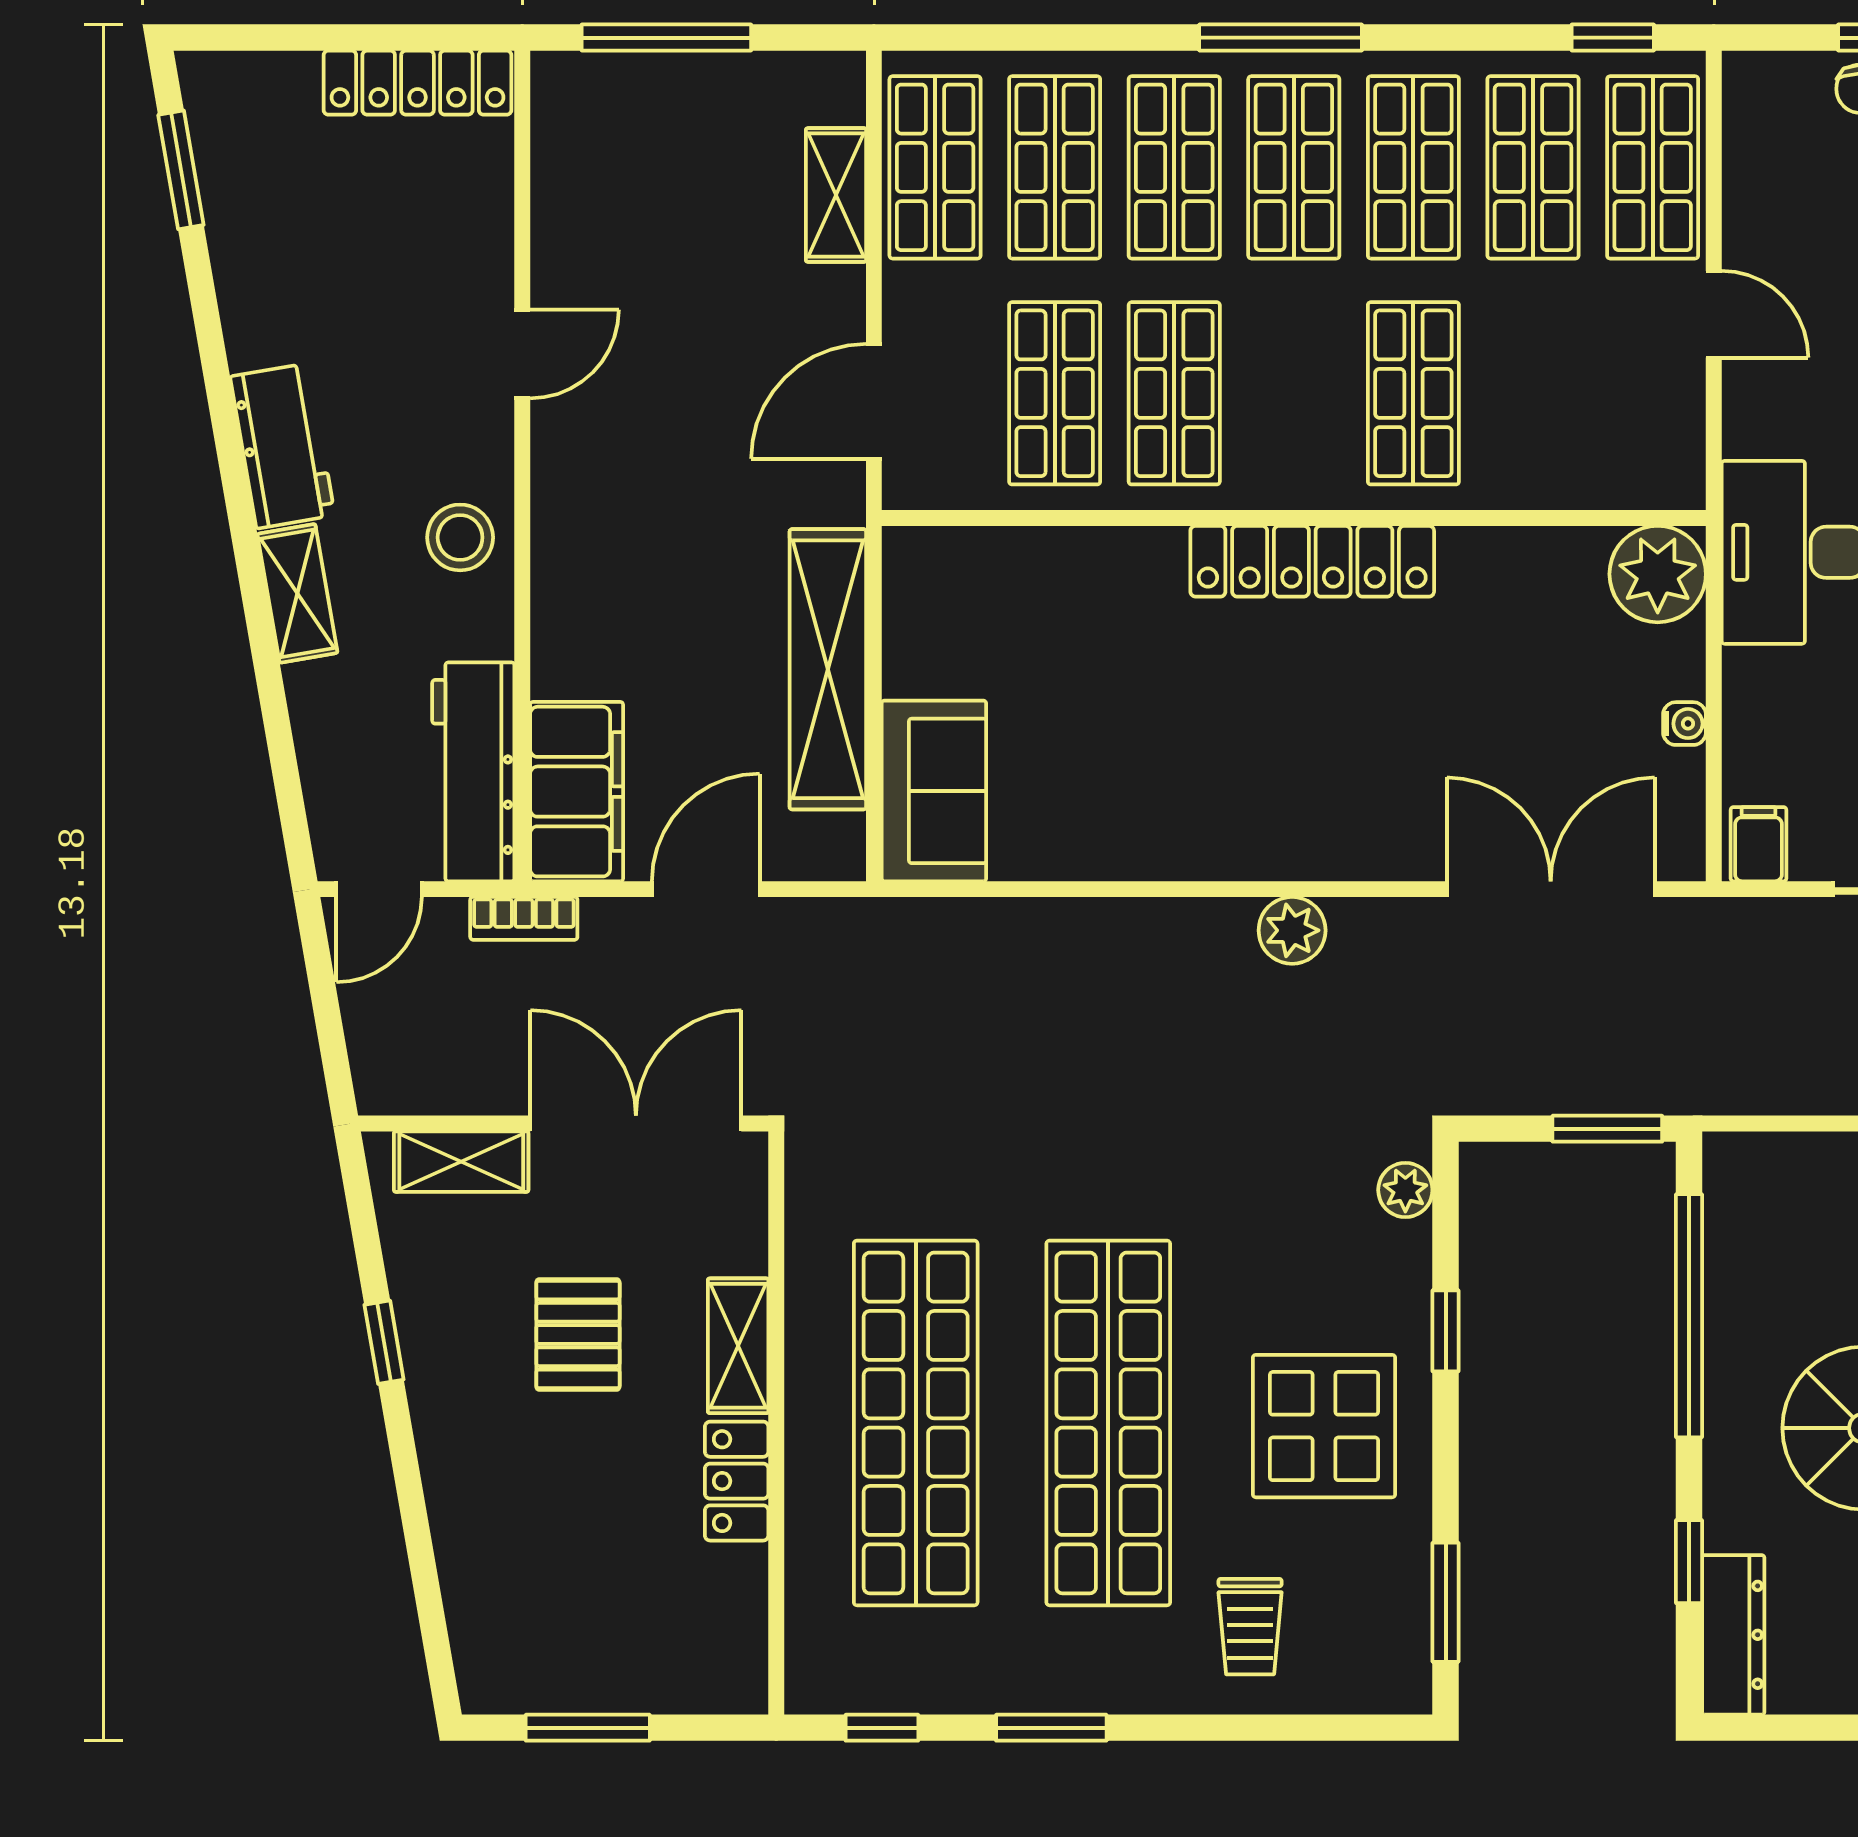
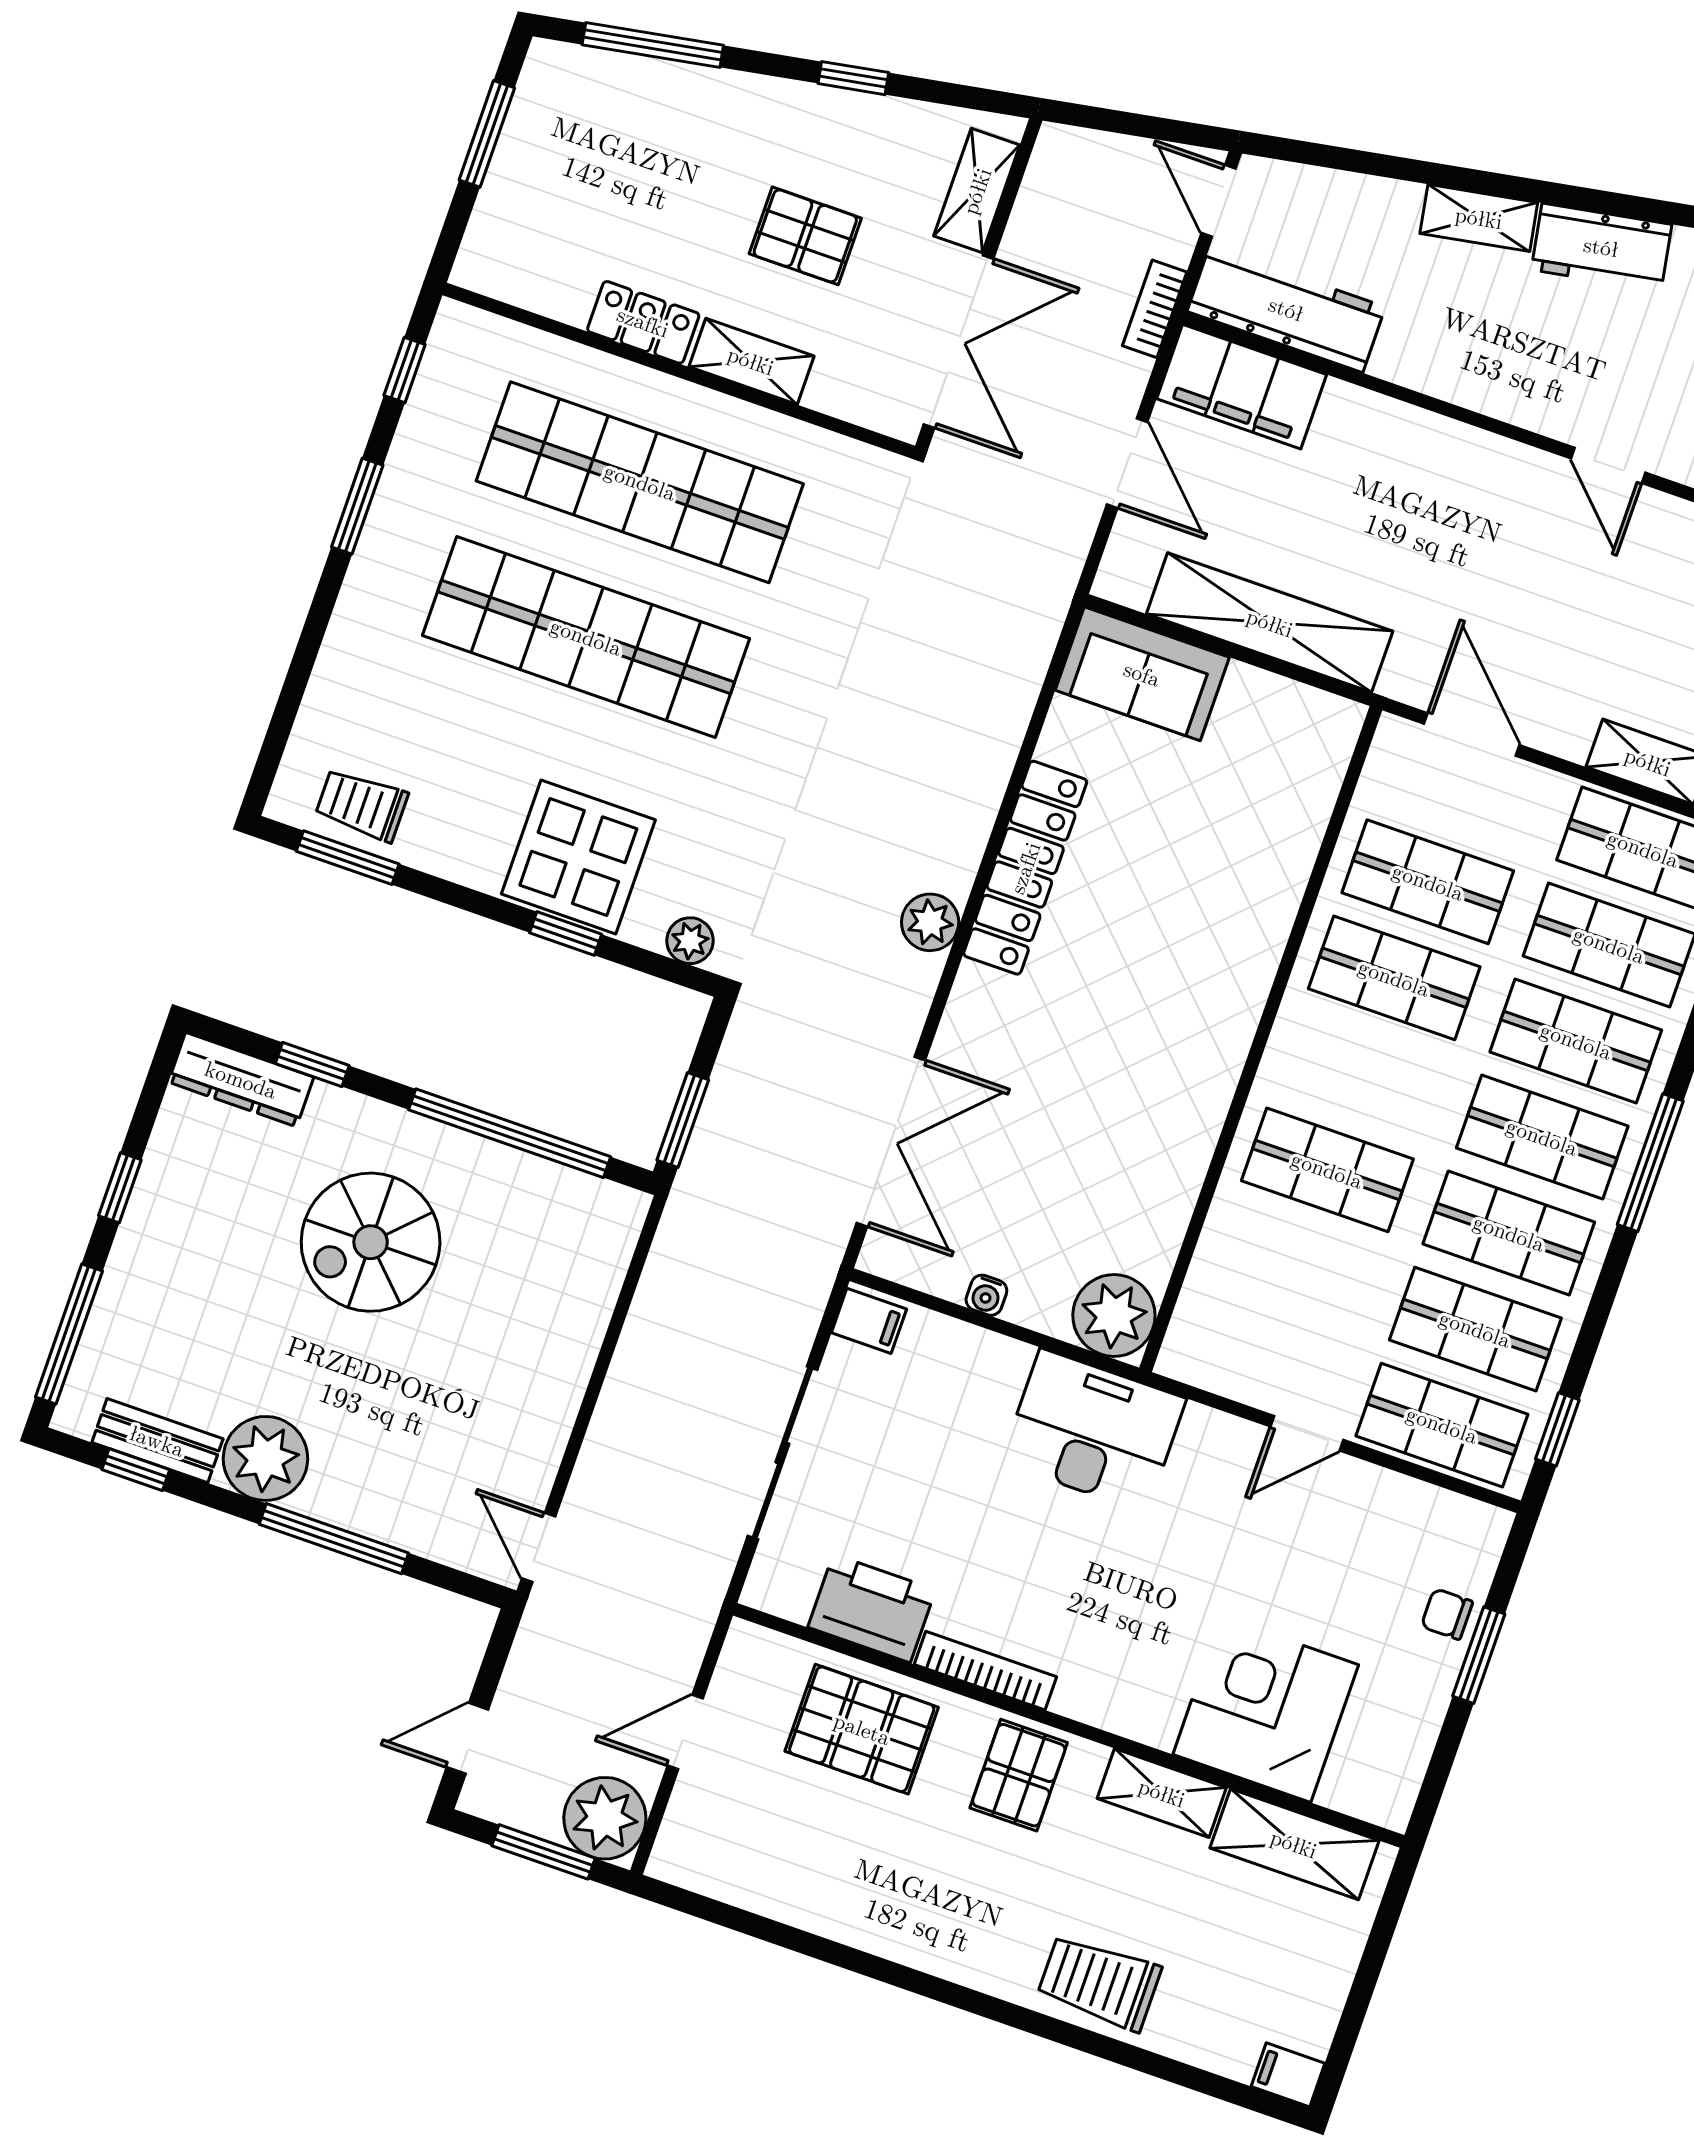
stool: (460, 537) -> (1478, 364), removed
locker: (1312, 561) -> (1025, 868), moved, turned 180
display table: (1324, 1426) -> (578, 857), moved
window: (425, 1578) -> (653, 45), added
trolley: (1250, 1627) -> (362, 805), moved

